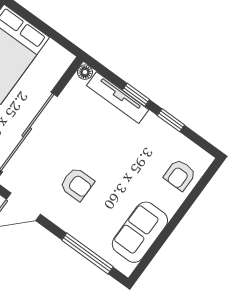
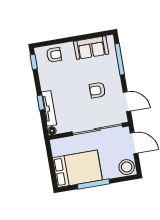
window: (171, 120) -> (34, 62), moved
armchair: (77, 184) -> (97, 90), turned -90

